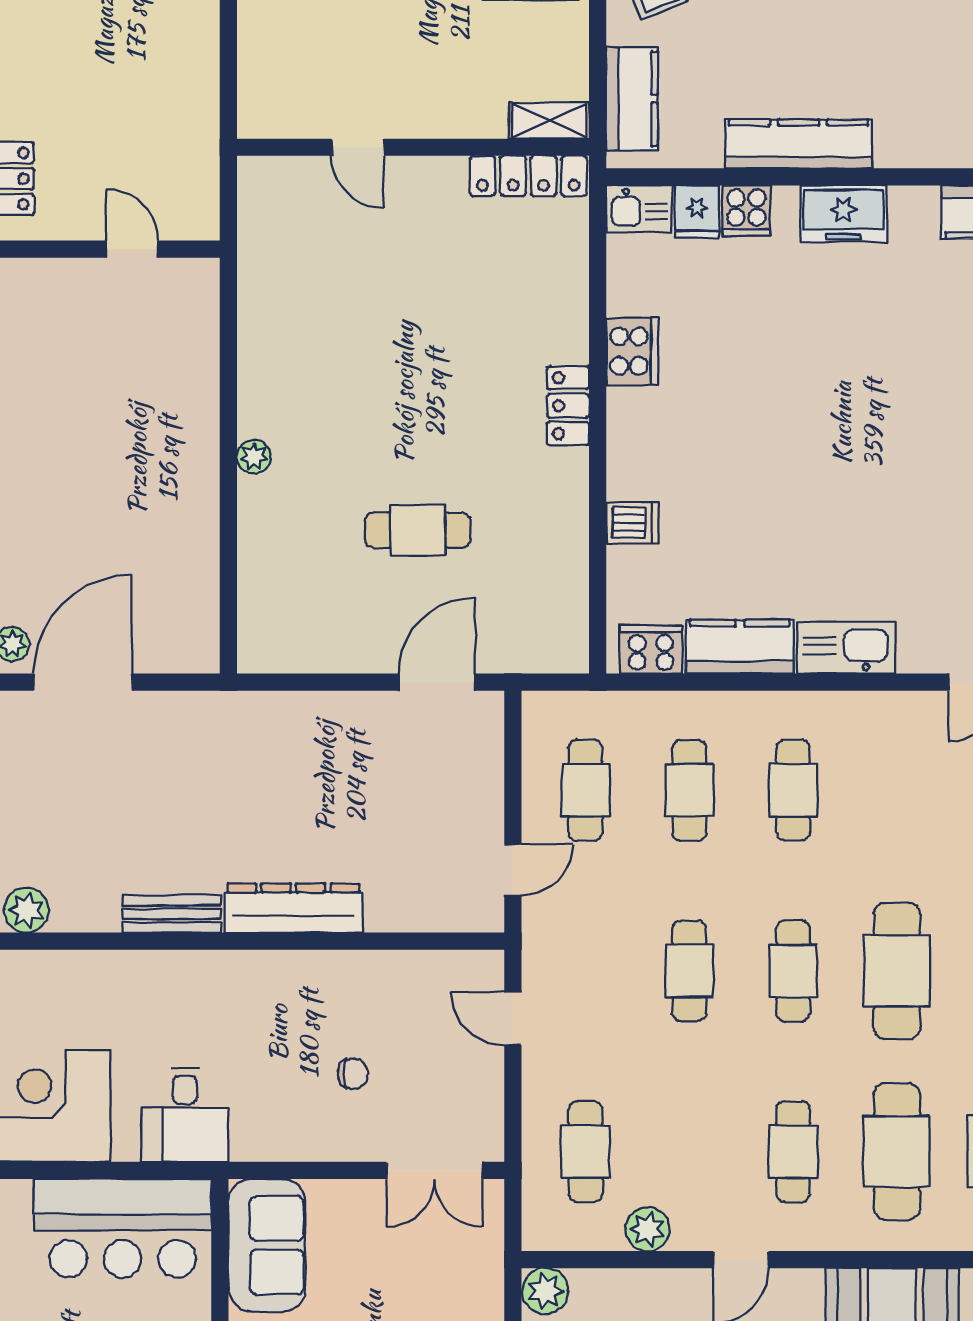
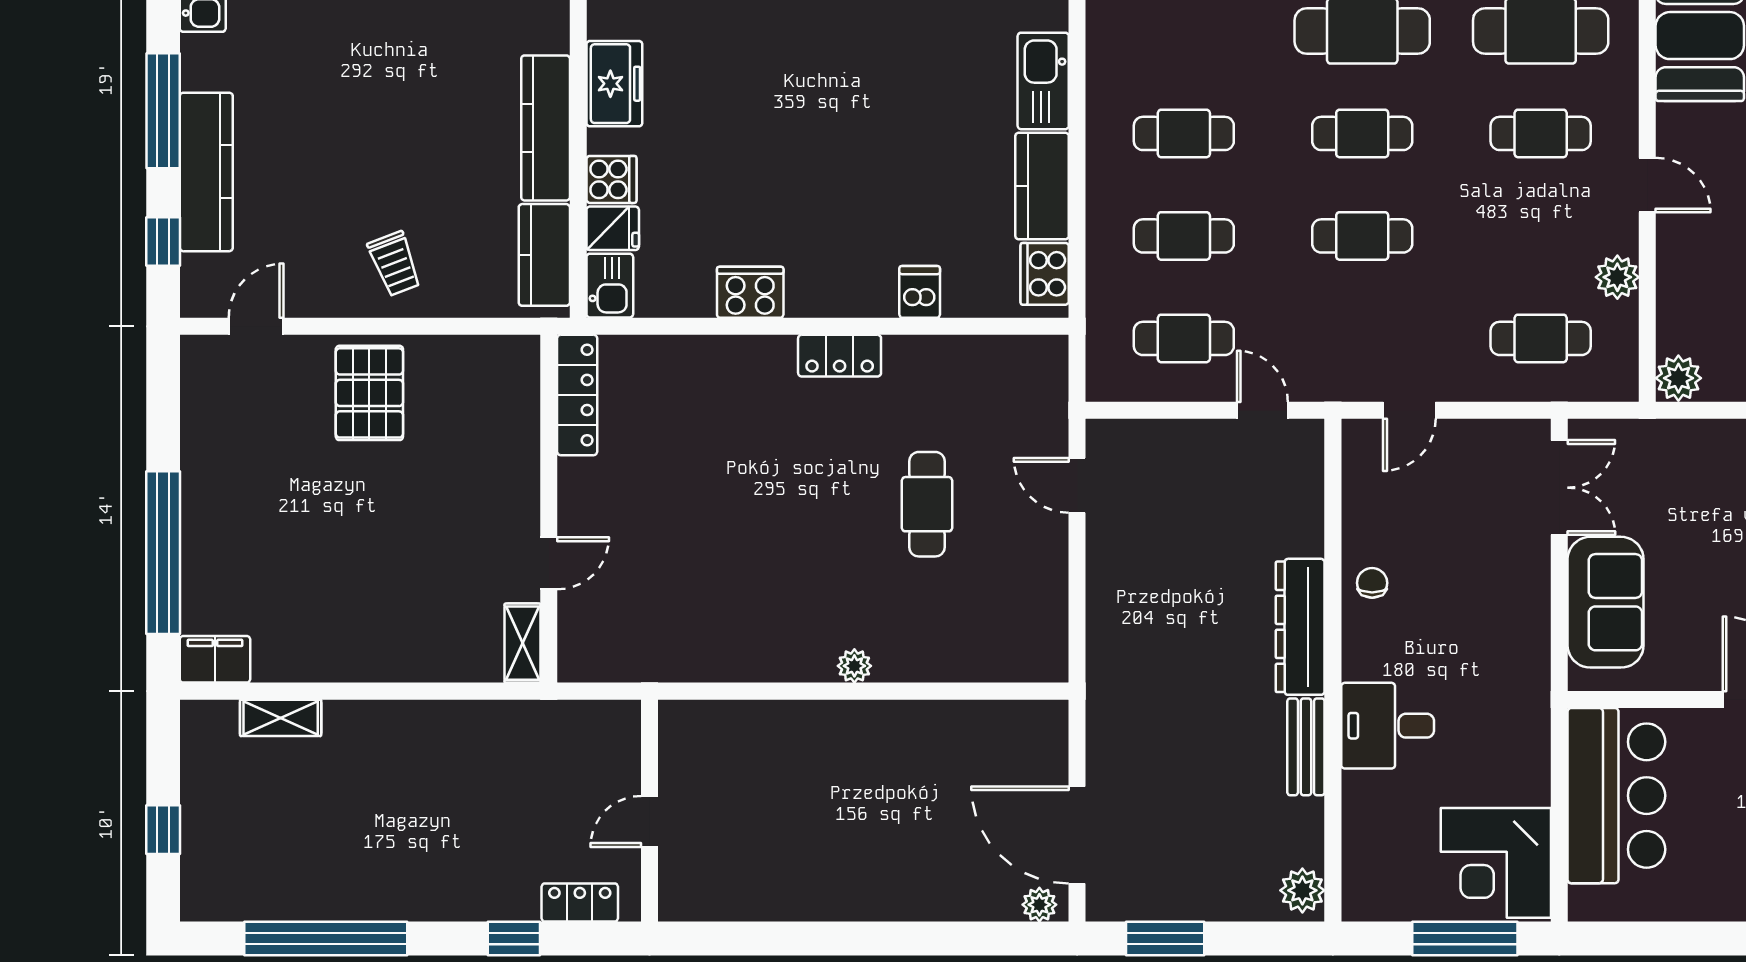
kitchen counter: (632, 99) -> (544, 255), moved, turned -90
shelving: (549, 121) -> (523, 643), moved
door: (132, 249) -> (649, 821), moved
locker: (568, 406) -> (840, 356), moved
door: (437, 682) -> (1077, 485), width x0.73
chair: (353, 1074) -> (1372, 583), moved
desk: (185, 1115) -> (1388, 726), moved, turned 180
sofa: (267, 1245) -> (1606, 602), moved, turned 90

